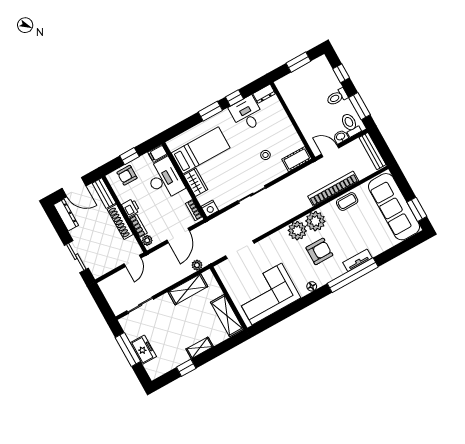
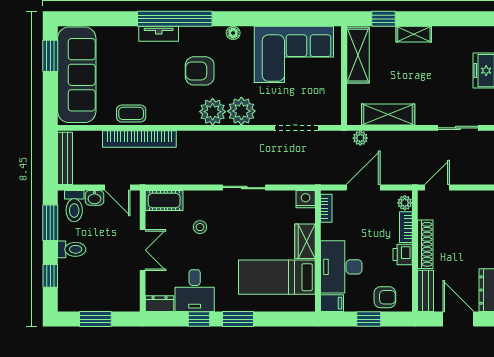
double door: (293, 121) -> (143, 250), added
plant: (315, 221) -> (241, 111), moved
window: (186, 368) -> (383, 19), moved

